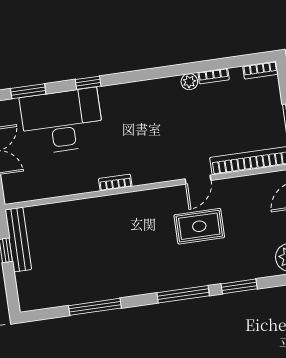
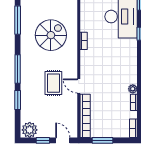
spiral stairs: (113, 243) -> (51, 35), added

